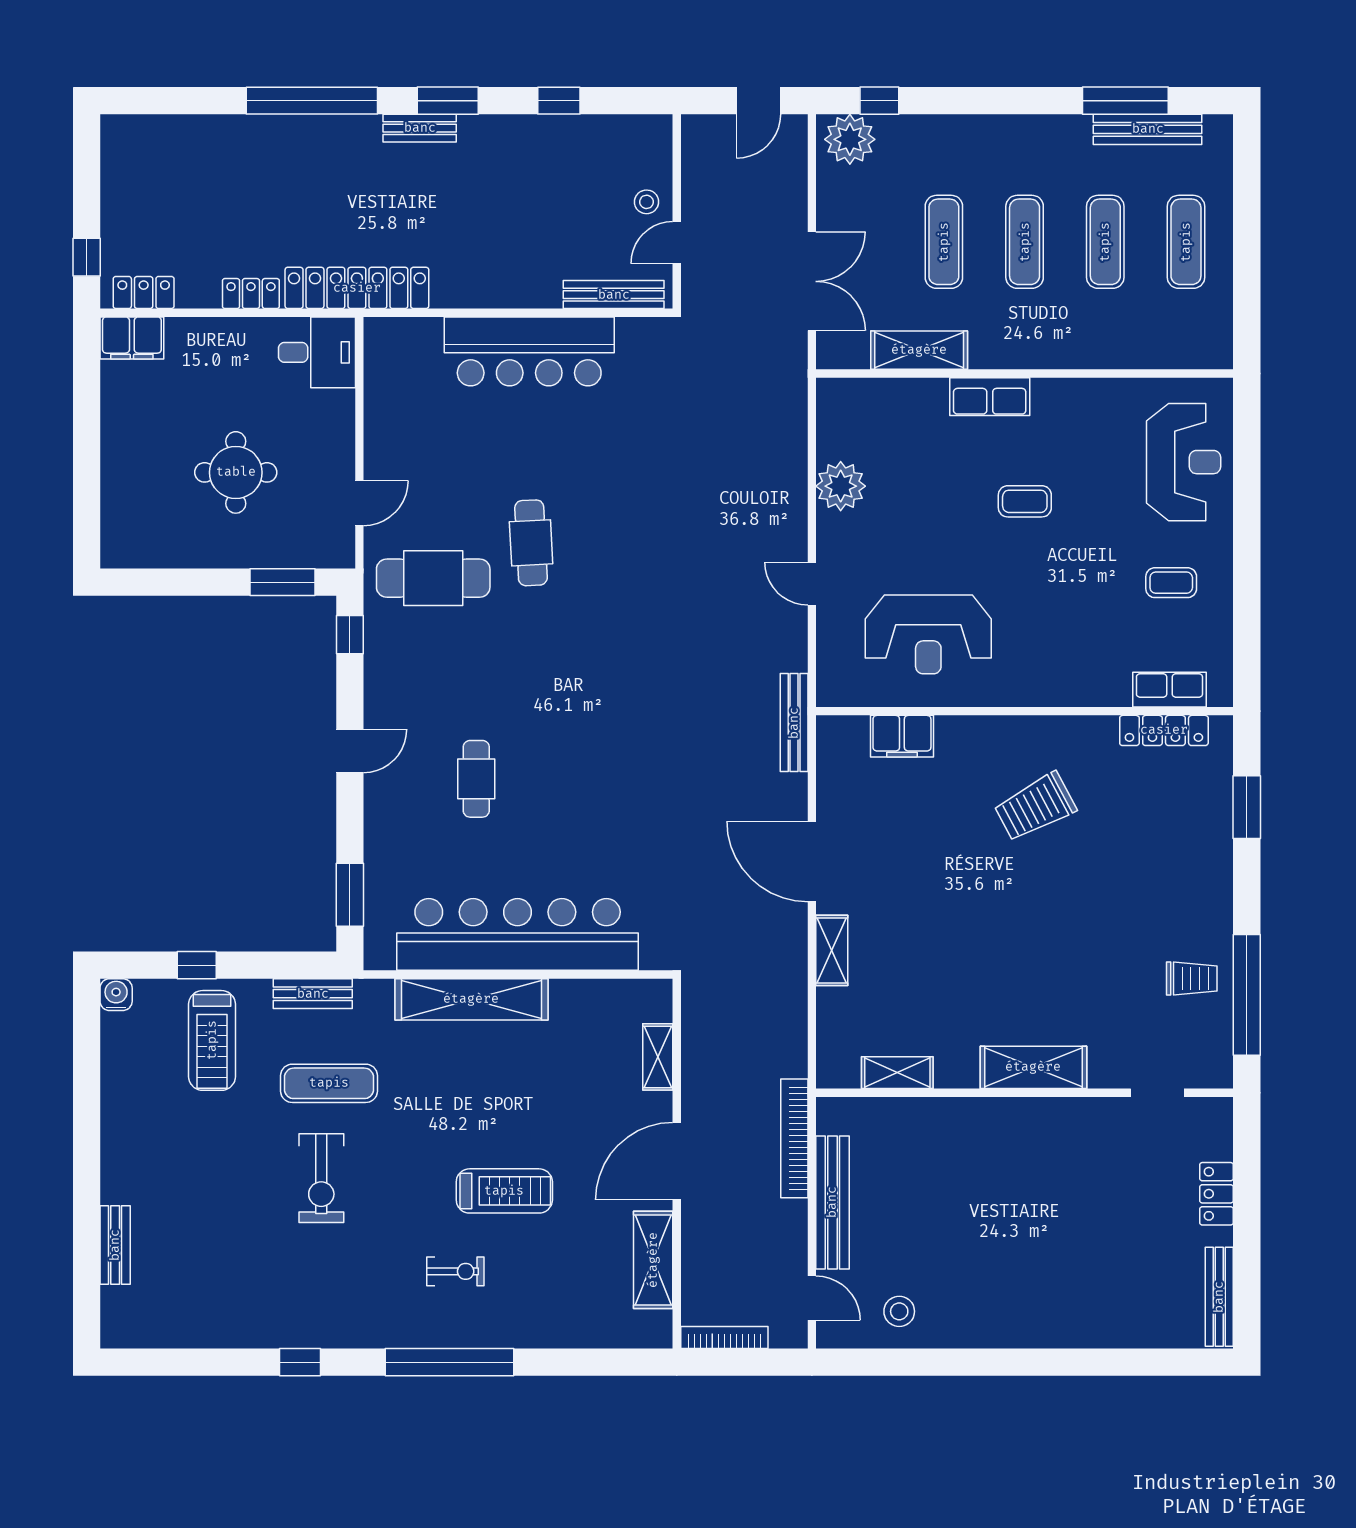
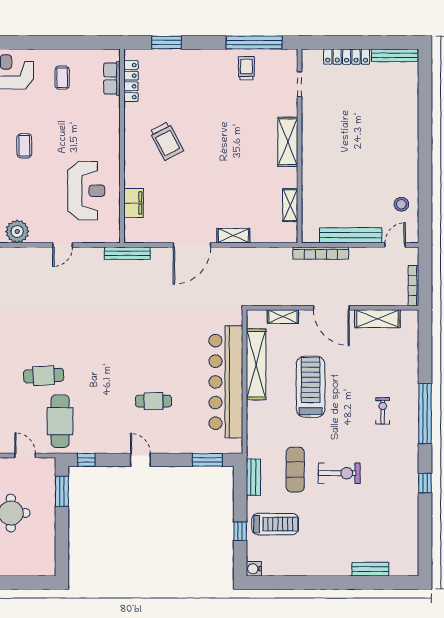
shelving: (471, 999) -> (256, 364), moved
treadmill: (504, 1191) -> (311, 387), moved, width x1.37, depth x1.38
locker: (1217, 1194) -> (347, 57), width x1.53

